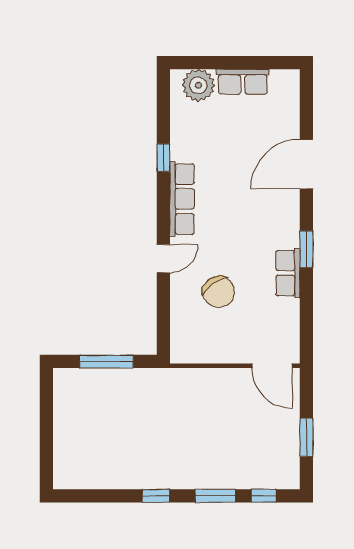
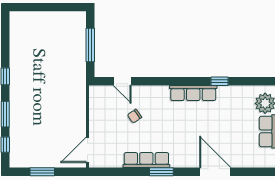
door: (163, 259) -> (122, 81), moved
row of seats: (288, 273) -> (146, 160), width x1.48
chair: (219, 292) -> (135, 116), width x0.54, depth x0.54

